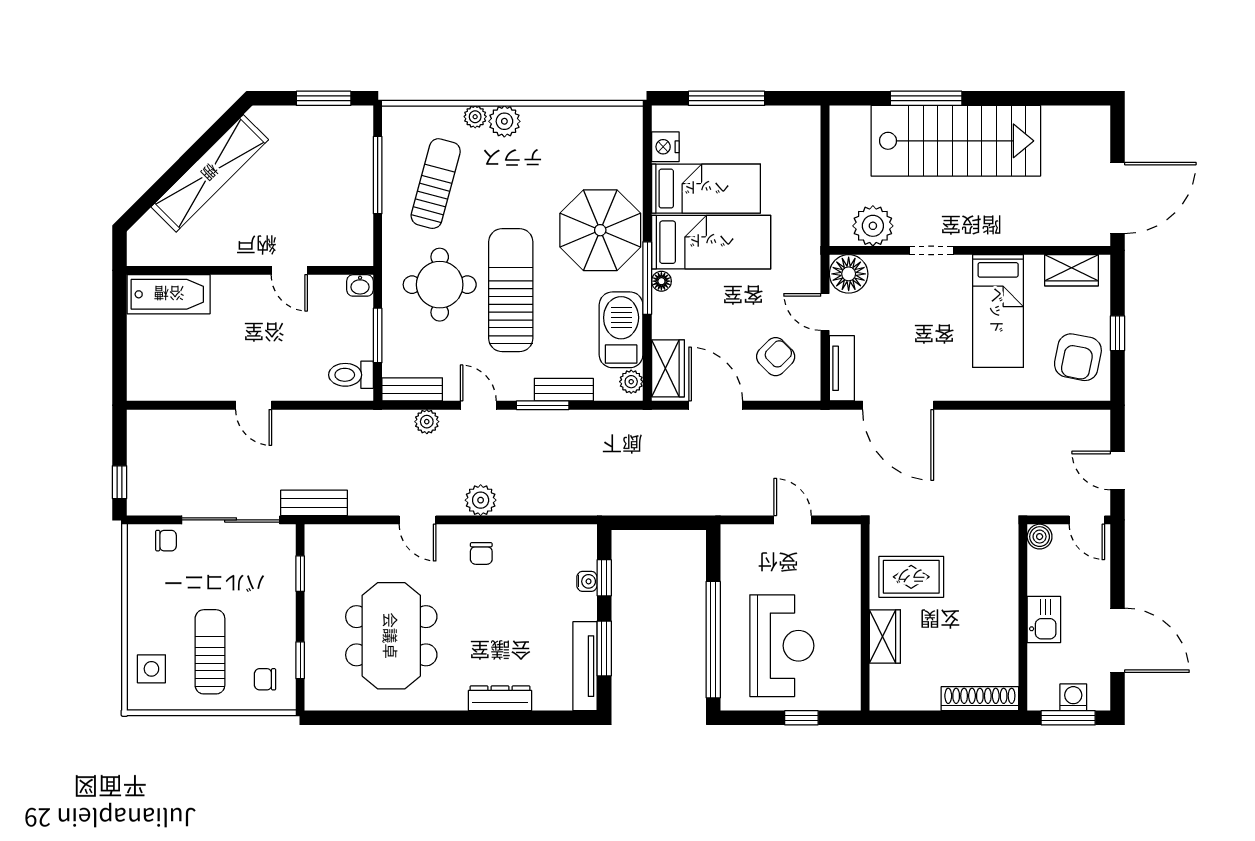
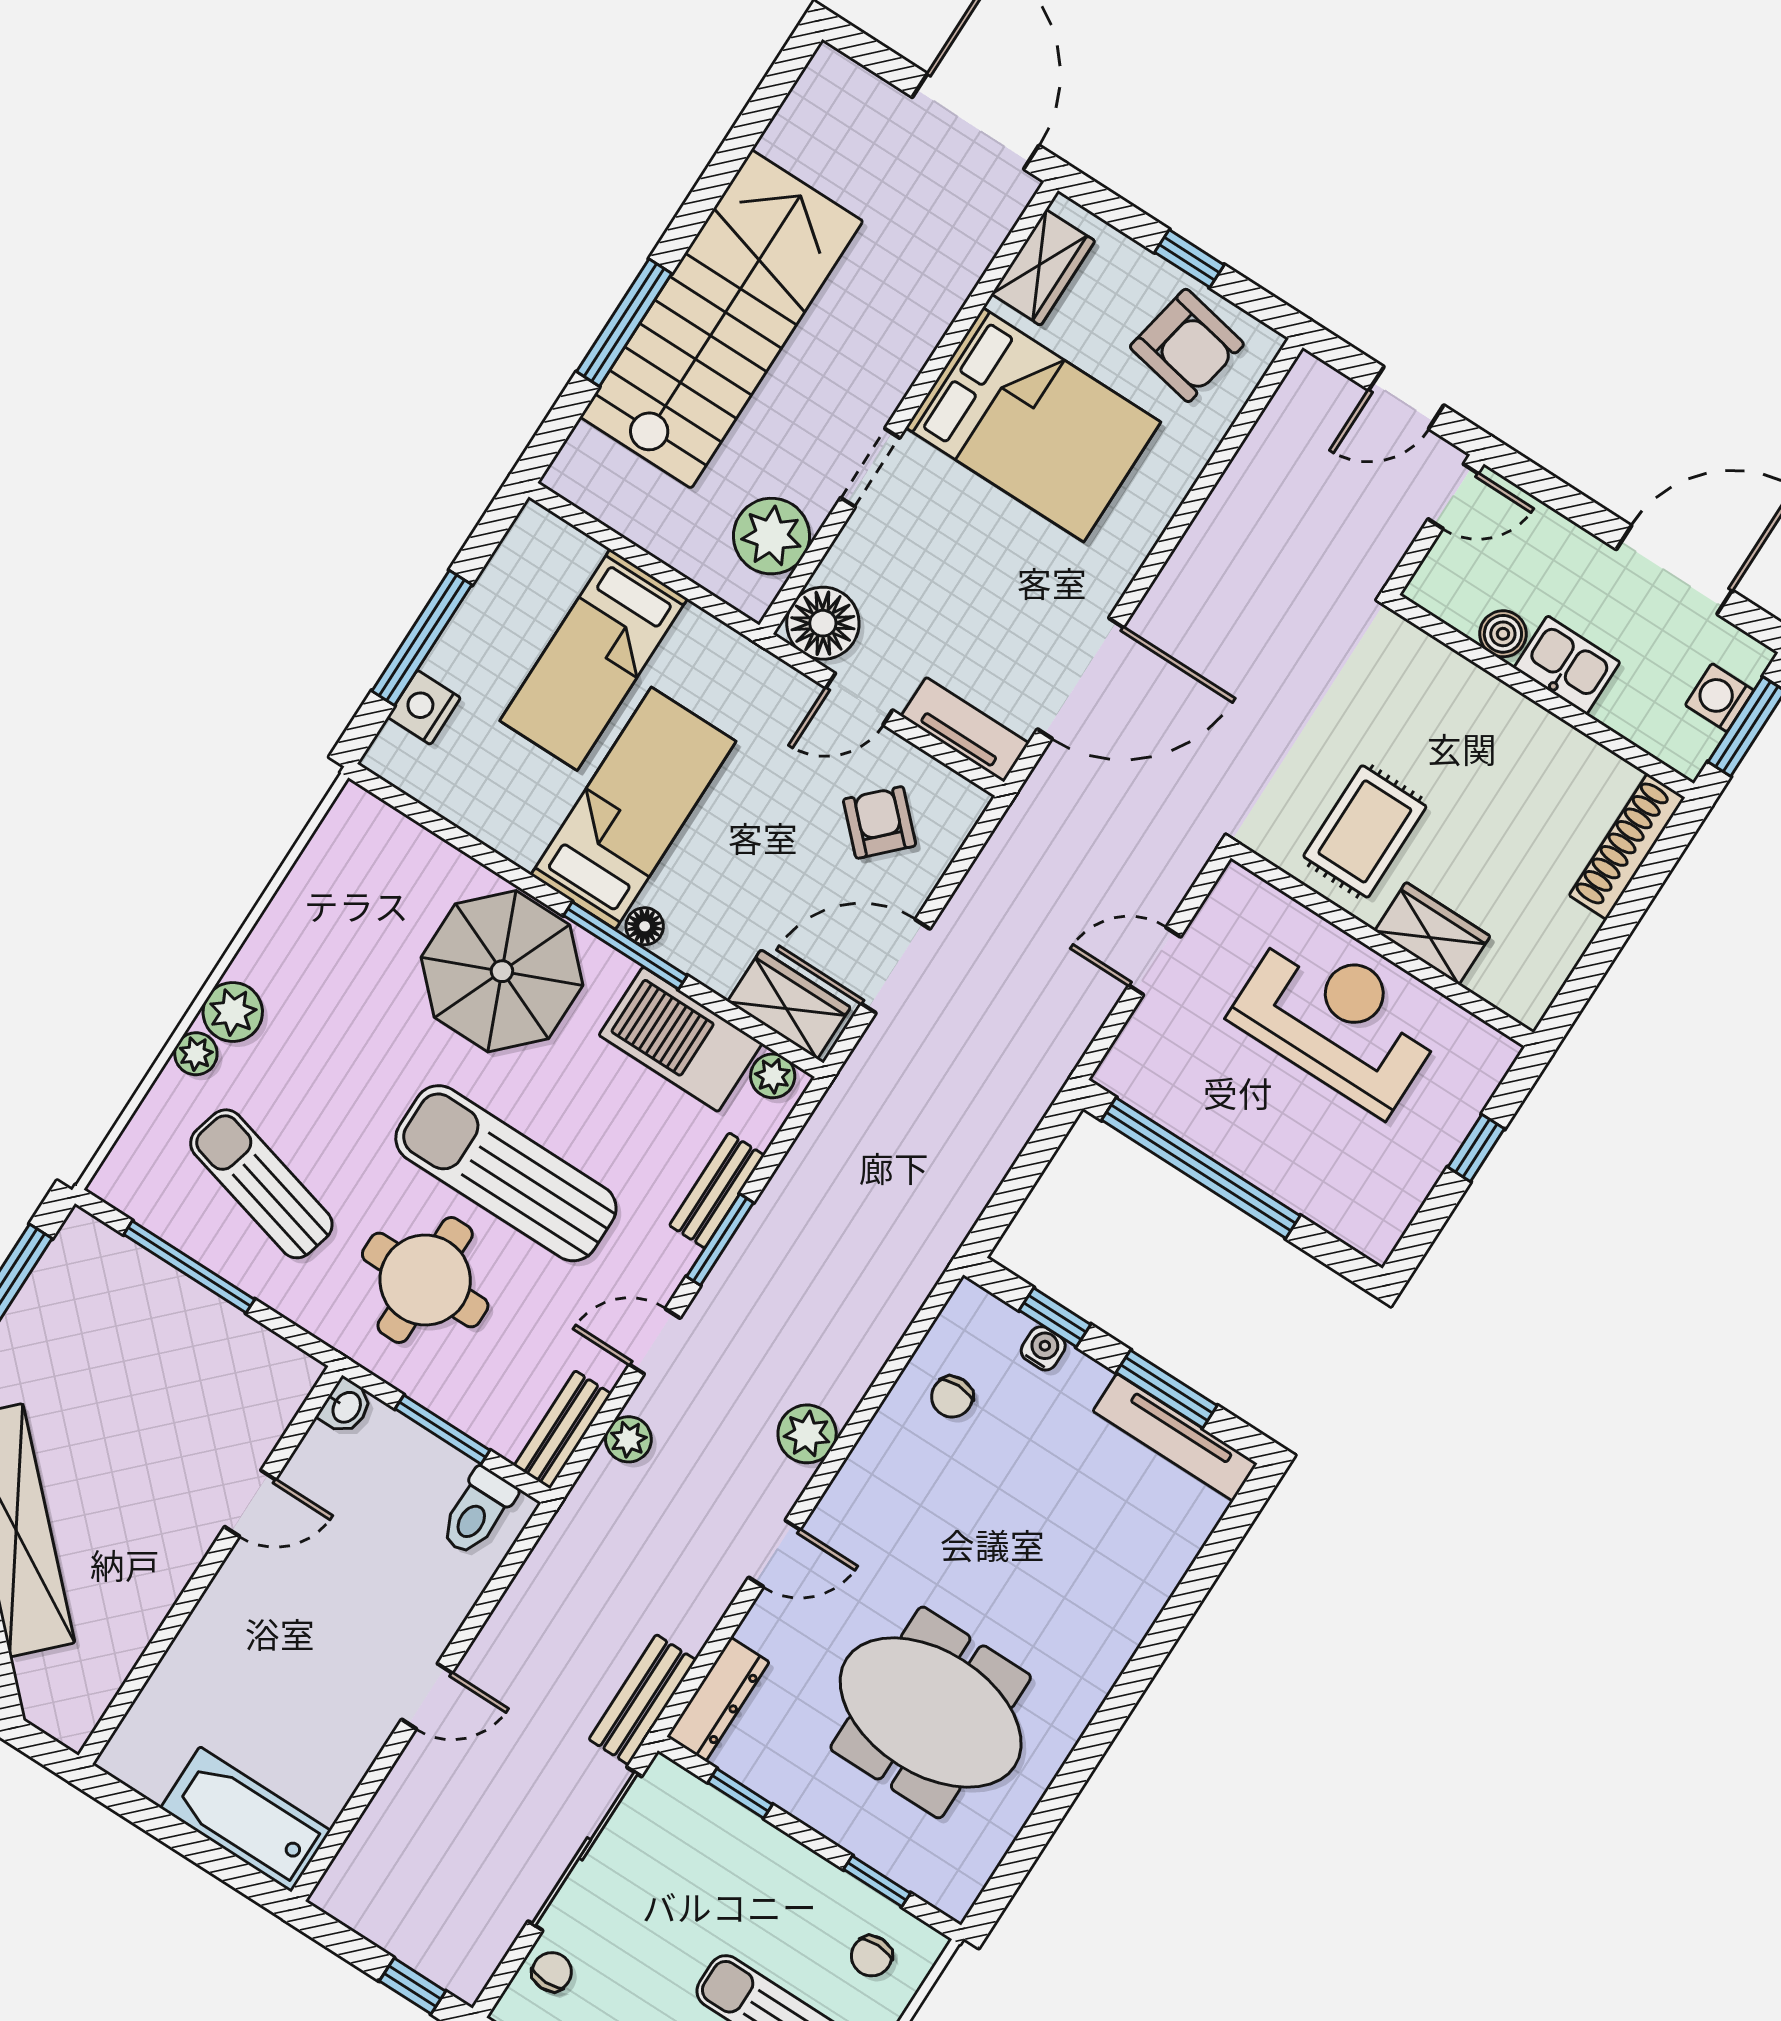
nightstand: (665, 147) -> (424, 707), moved, turned 90
bed: (706, 189) -> (594, 660), moved, turned 180
bathtub: (169, 294) -> (246, 1819), moved, turned -90
bed: (998, 311) -> (1033, 425), width x1.50
boiler: (1040, 537) -> (1503, 634), moved
chair: (481, 553) -> (952, 1397), moved, turned 90
window: (713, 640) -> (1201, 1168), moved
reception desk: (782, 646) -> (1337, 1020), moved
dresser: (500, 698) -> (718, 1699), moved, turned 180

